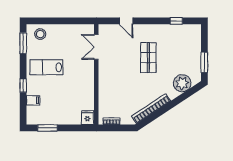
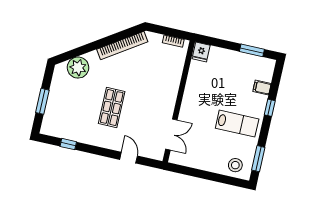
window: (204, 62) -> (42, 101), moved

